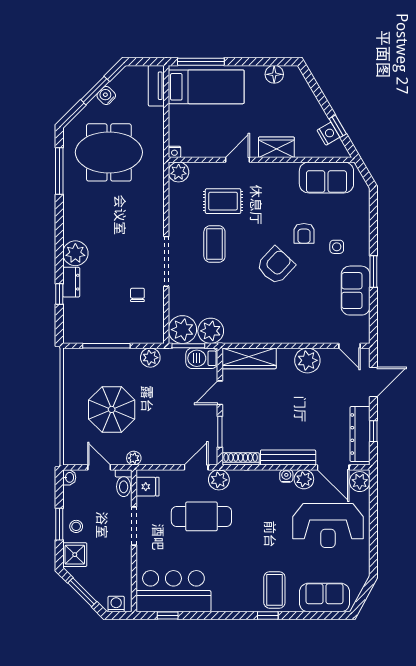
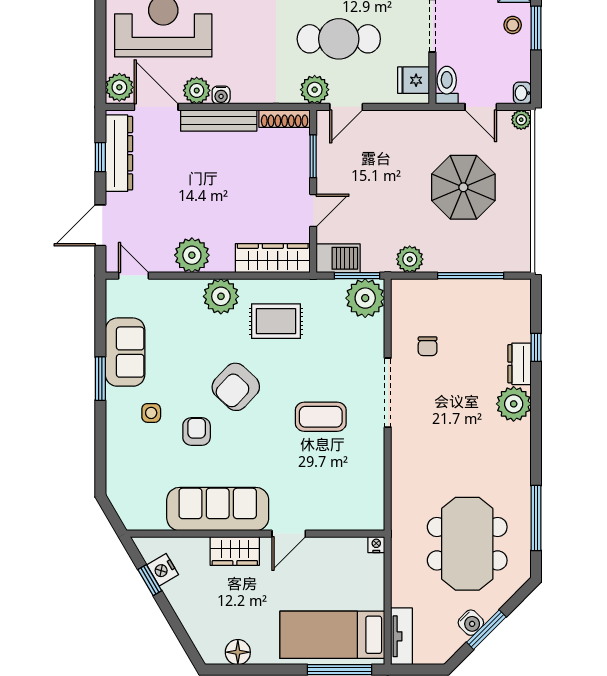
meeting table: (109, 152) -> (467, 544), turned 90
plant: (179, 172) -> (371, 517), removed
sofa: (326, 177) -> (218, 509), moved, width x1.36
rug: (223, 201) -> (276, 321), moved
coffee table: (214, 244) -> (321, 417), turned 90
plant: (211, 331) -> (221, 296), moved
plant: (134, 458) -> (521, 120), moved

